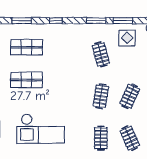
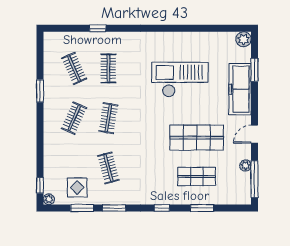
shop shelf: (27, 80) -> (197, 138), width x1.43, depth x1.36

